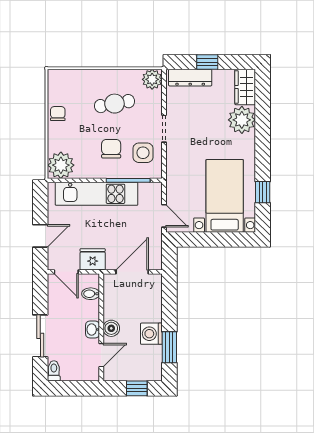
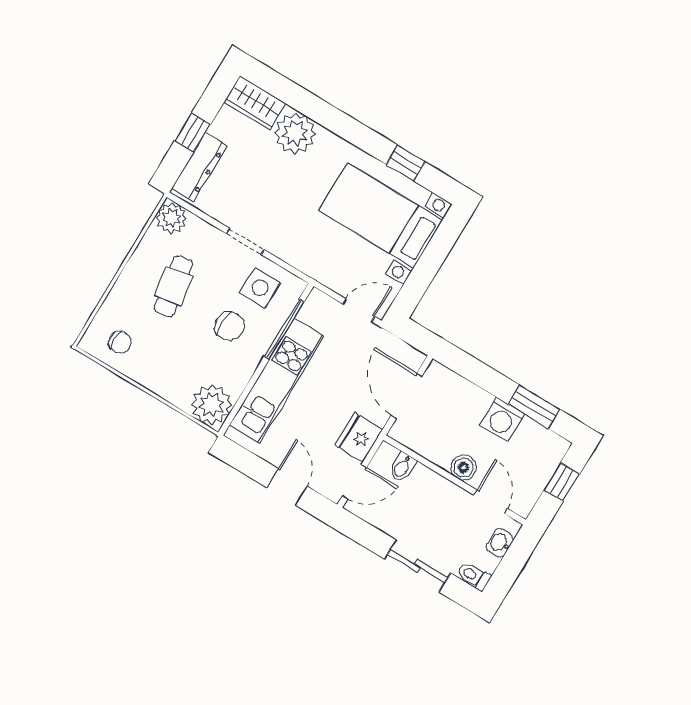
chair: (58, 114) -> (120, 342), moved, turned 180
chair: (111, 149) -> (230, 326), turned 180
washbasin: (93, 329) -> (500, 543), moved, turned 90

